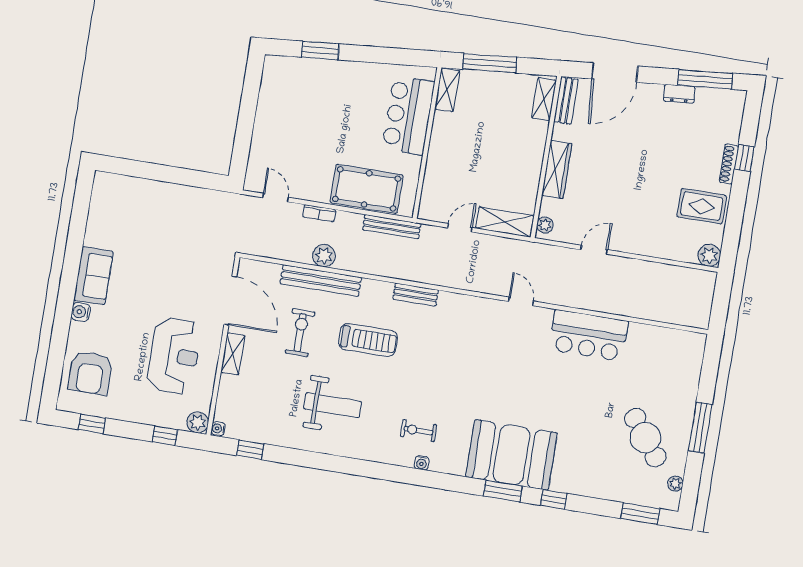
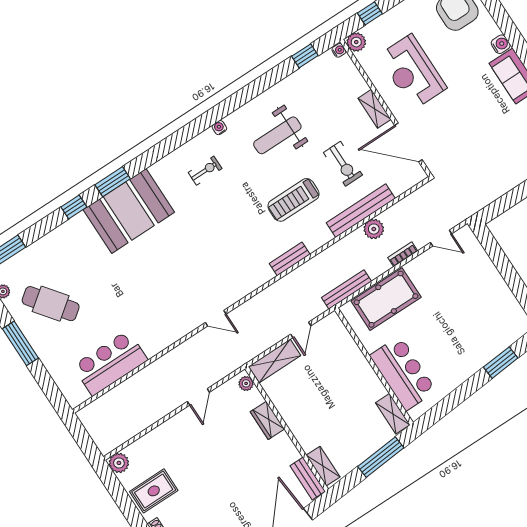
wardrobe: (557, 169) -> (267, 420), width x0.67
bar counter: (589, 335) -> (110, 363), moved
water cooler: (422, 463) -> (219, 128), moved

